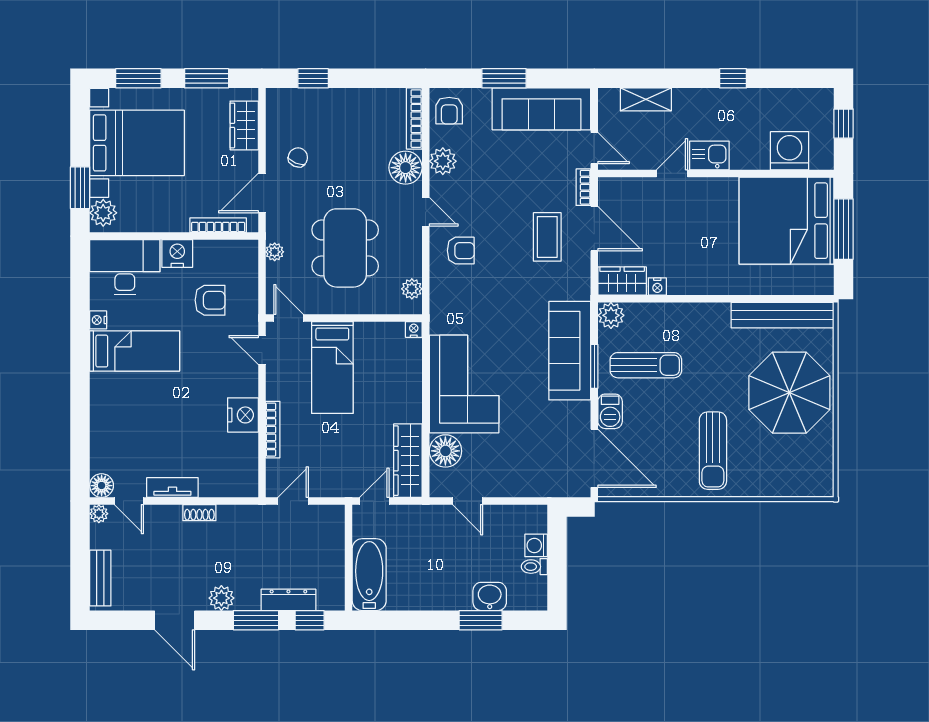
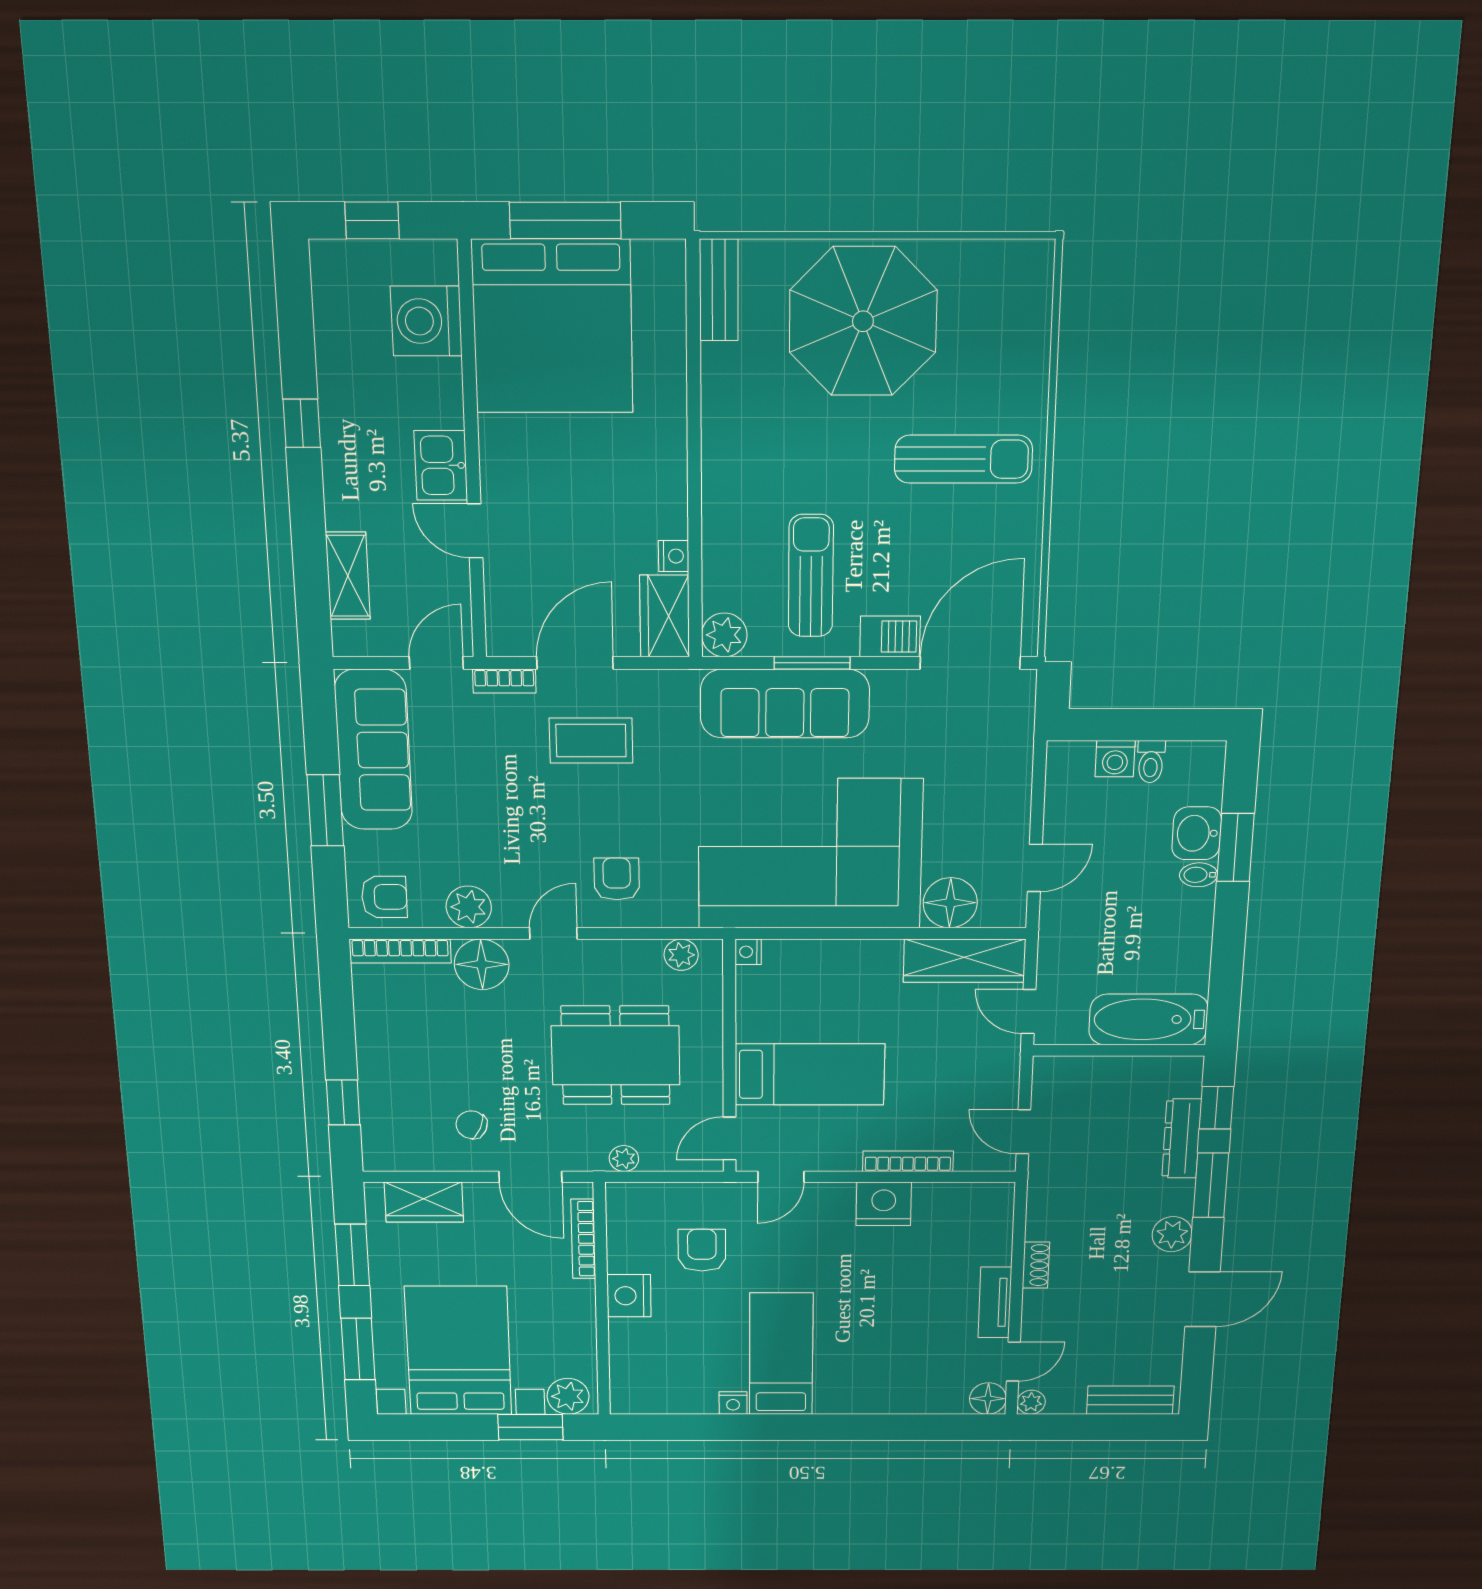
desk: (125, 267) -> (652, 1367), removed
bench: (783, 315) -> (719, 290), width x0.54, depth x0.82
corner sofa: (464, 384) -> (810, 854), width x1.36, depth x1.36
bidet: (463, 599) -> (1199, 875), added

